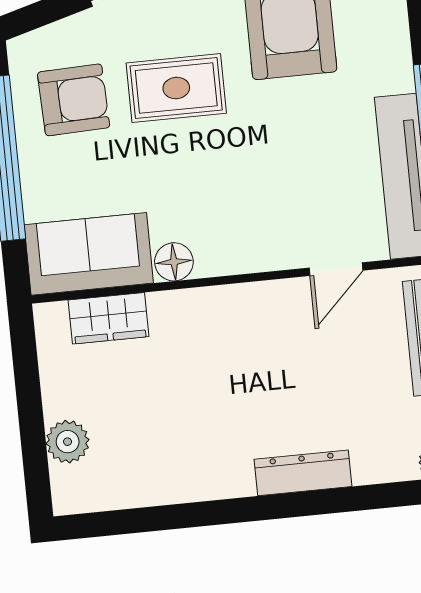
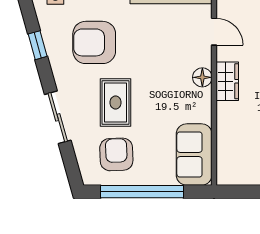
floor lamp: (174, 262) -> (202, 77), moved
wardrobe: (109, 318) -> (227, 81), moved

